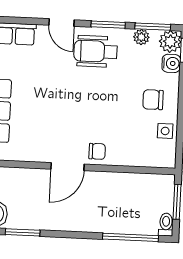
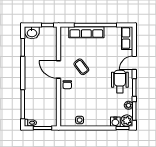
chair: (153, 100) -> (96, 113), removed
coffee table: (64, 123) -> (81, 67), added

